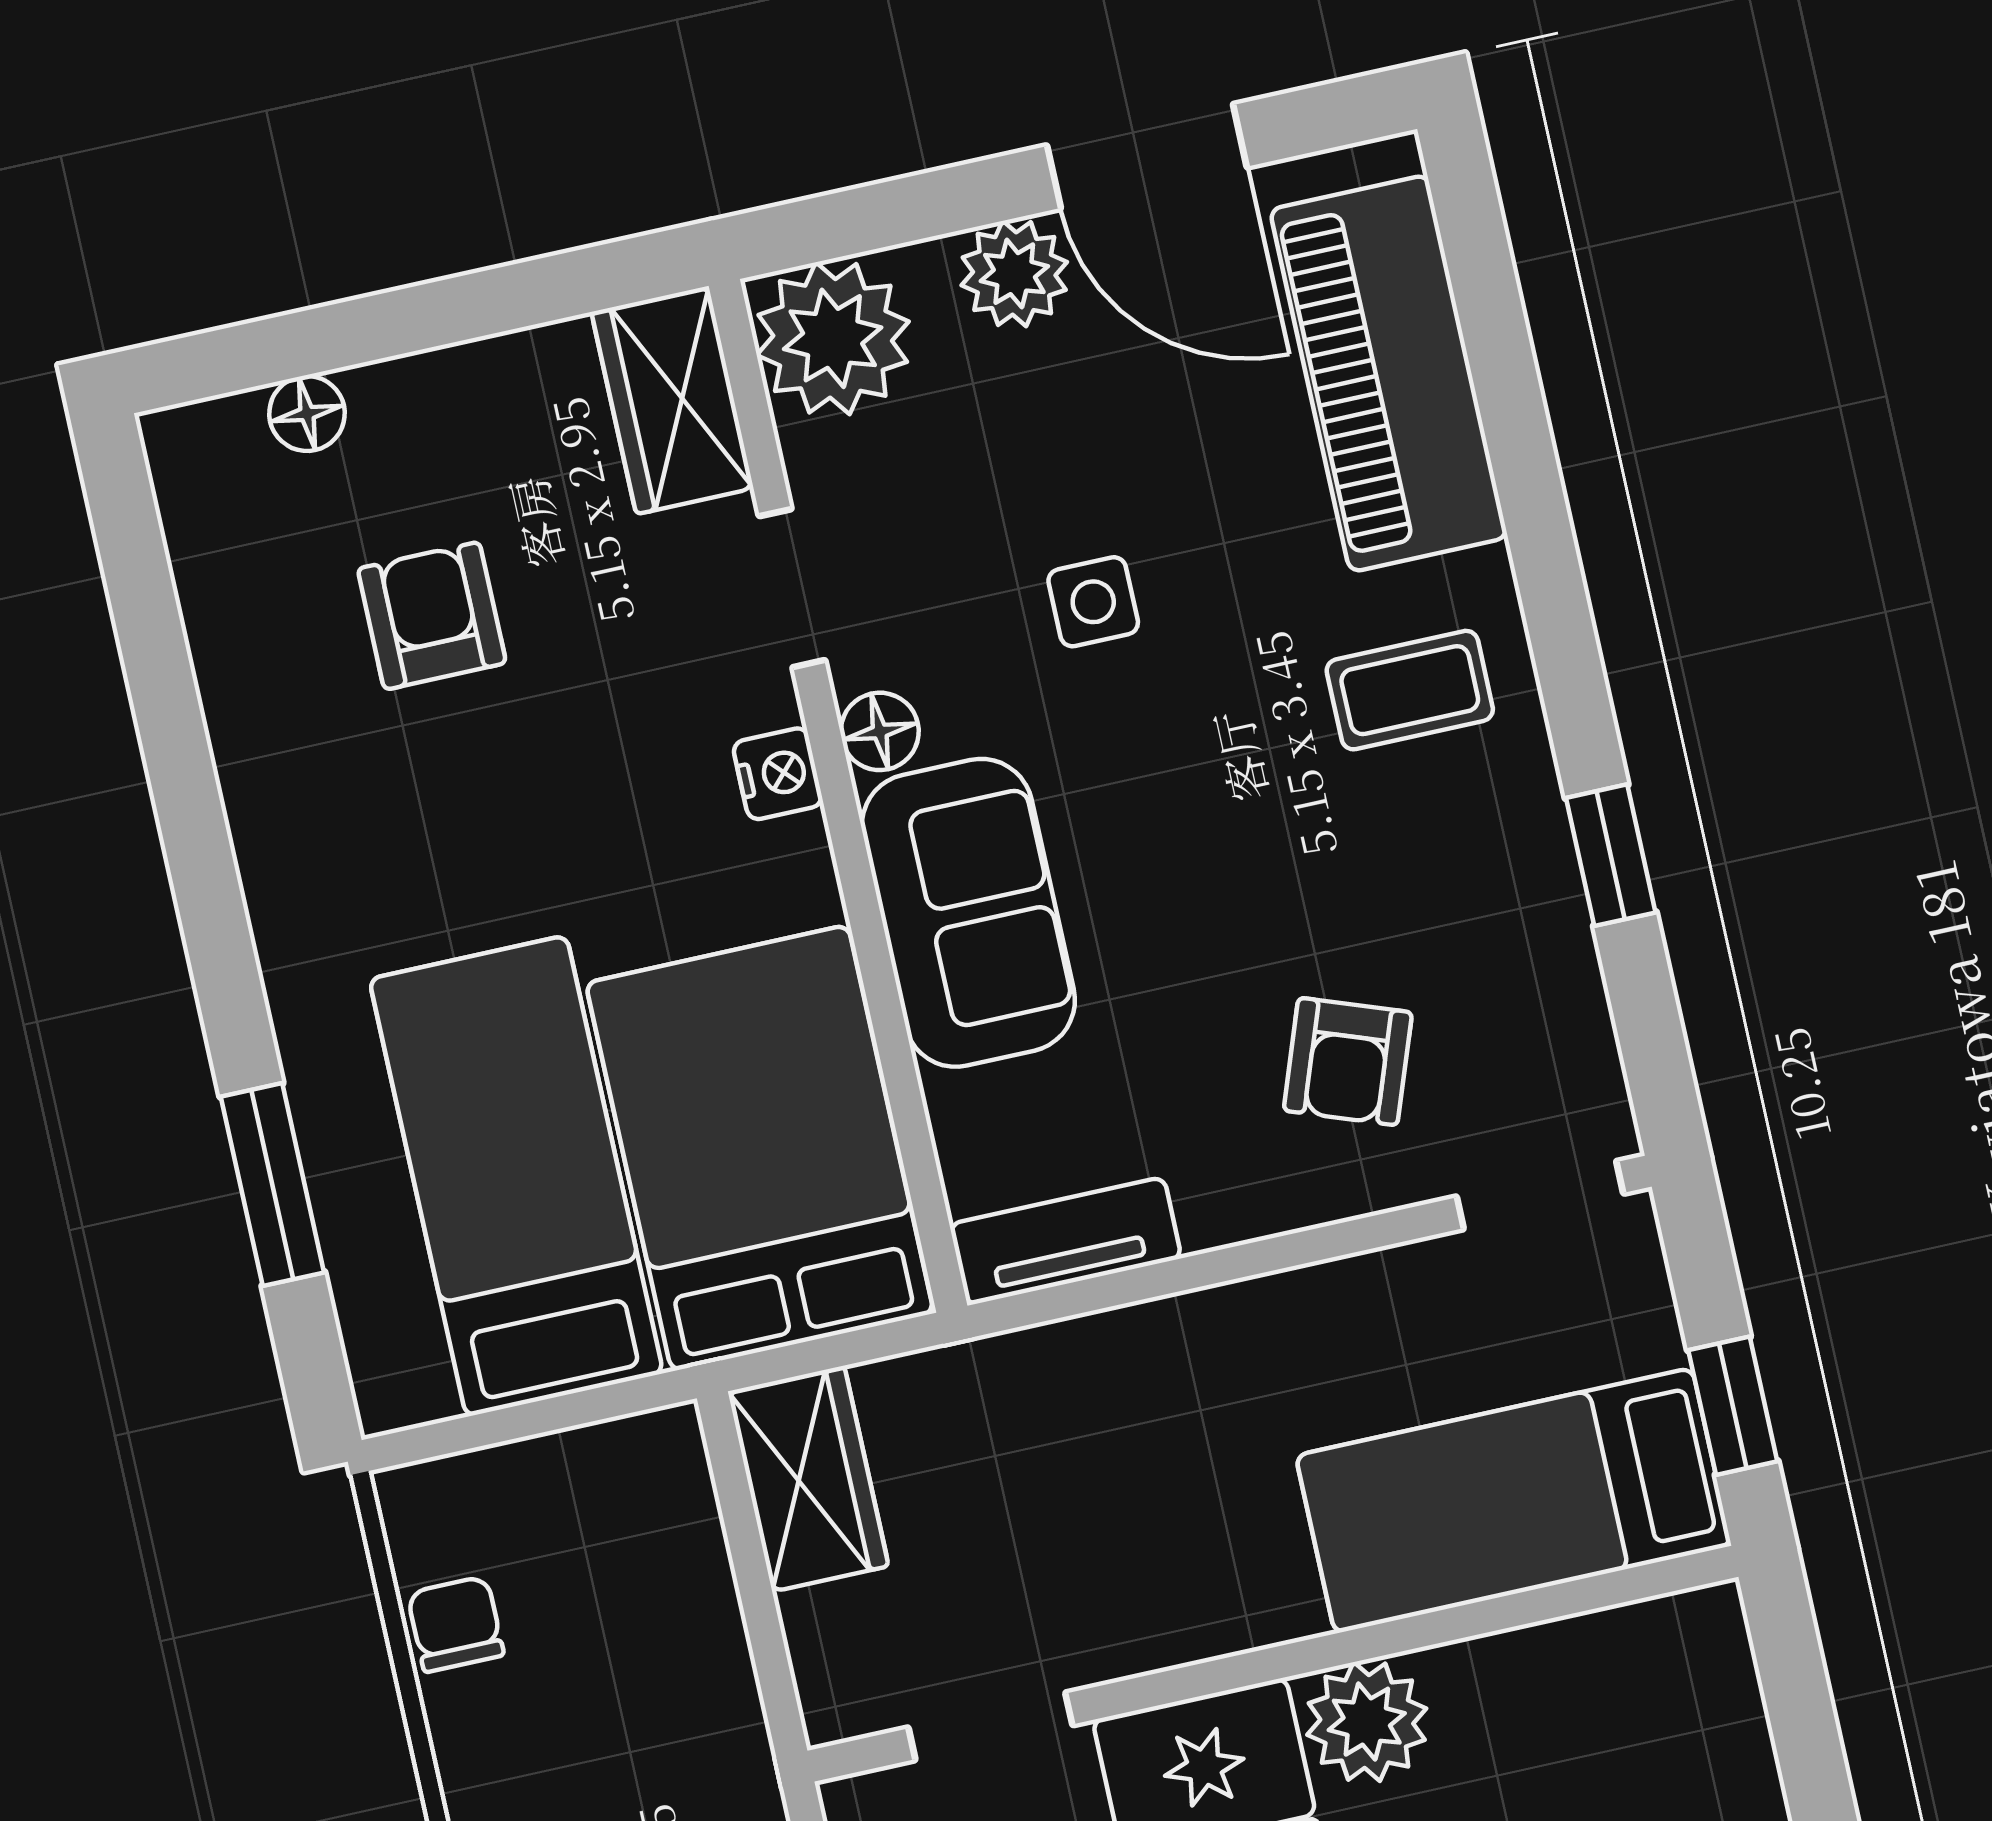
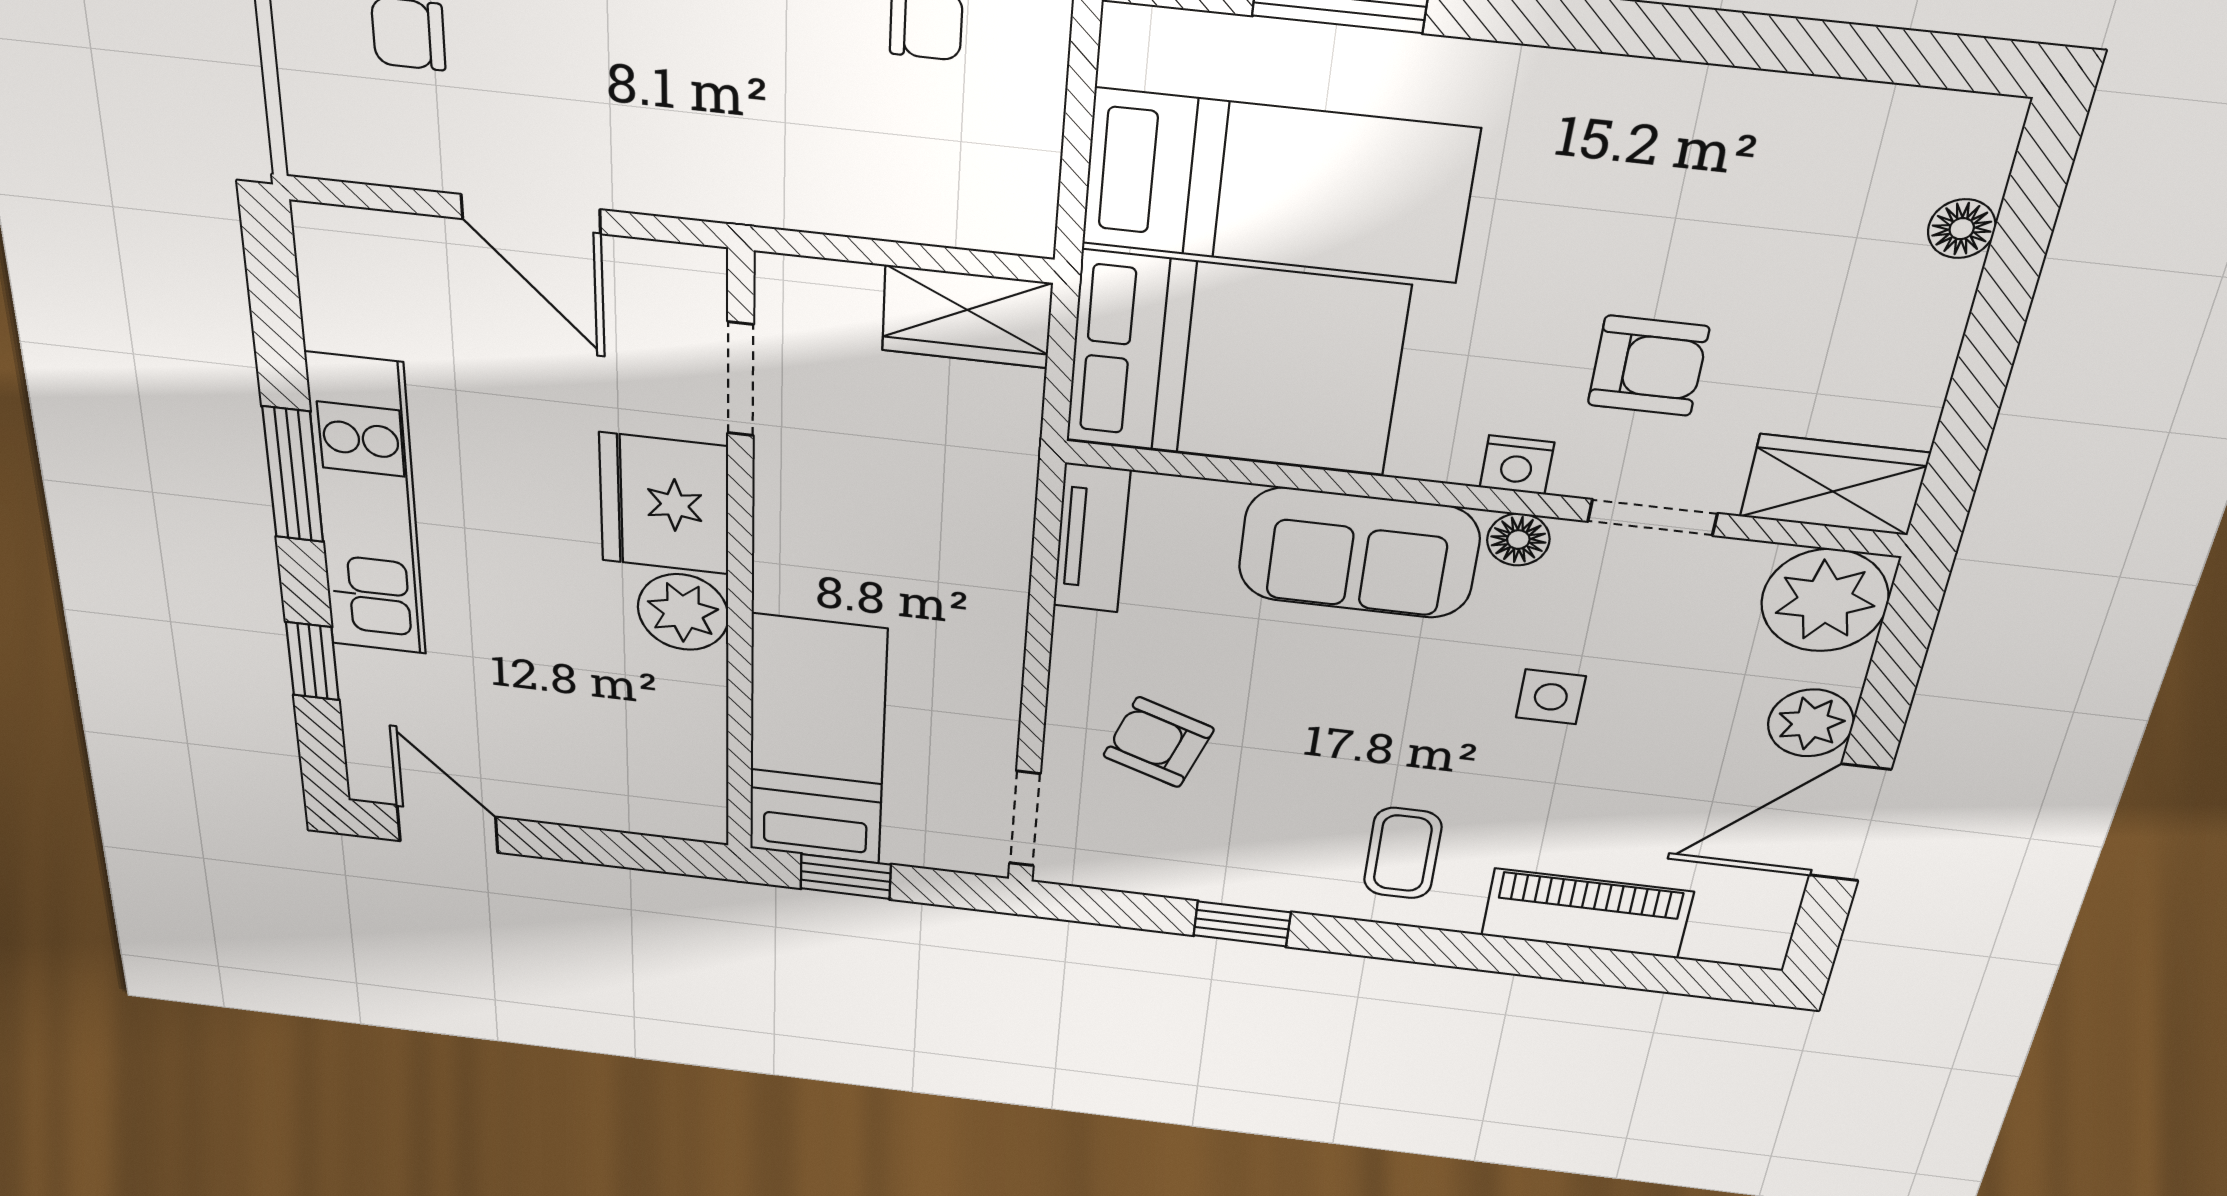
piano: (1389, 373) -> (1587, 914), width x0.73, depth x0.75
armchair: (432, 616) -> (1648, 366), moved

